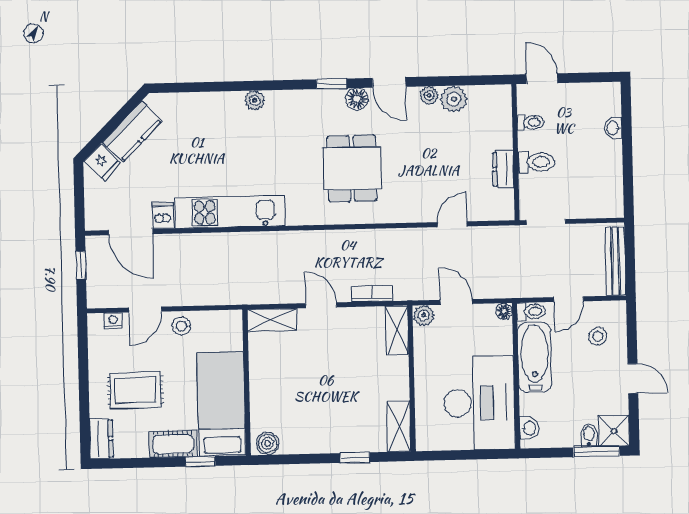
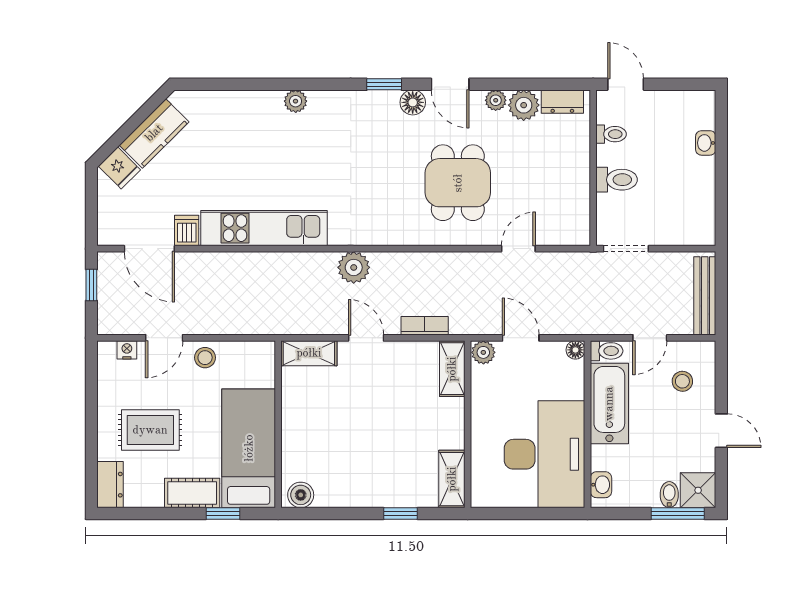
dining table: (352, 168) -> (458, 183), moved
dresser: (503, 169) -> (562, 102), moved, turned -90
plant: (309, 244) -> (354, 267), added

